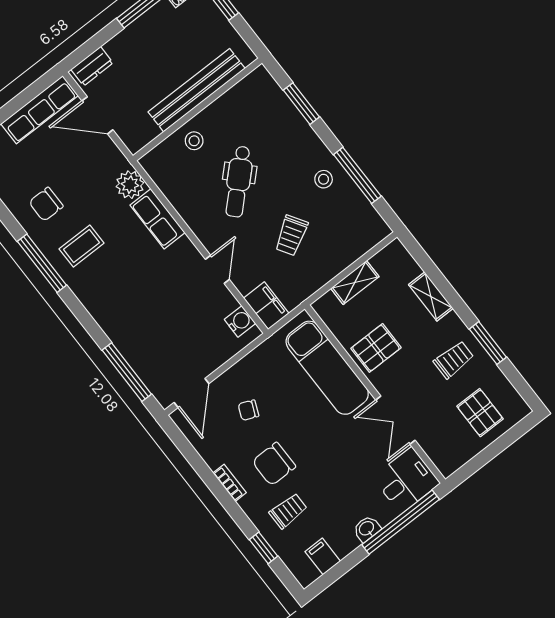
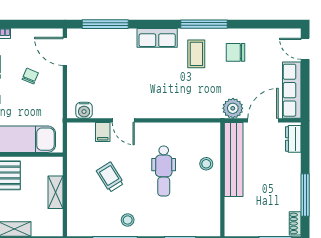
bench: (197, 90) -> (234, 159), moved
dental chair: (238, 182) -> (164, 171), turned -136
plant: (130, 185) -> (233, 108), moved
chair: (46, 204) -> (235, 52), turned -90
row of seats: (157, 219) -> (157, 38), moved, turned 180
filing cabinet: (266, 306) -> (103, 132), moved, width x0.50

